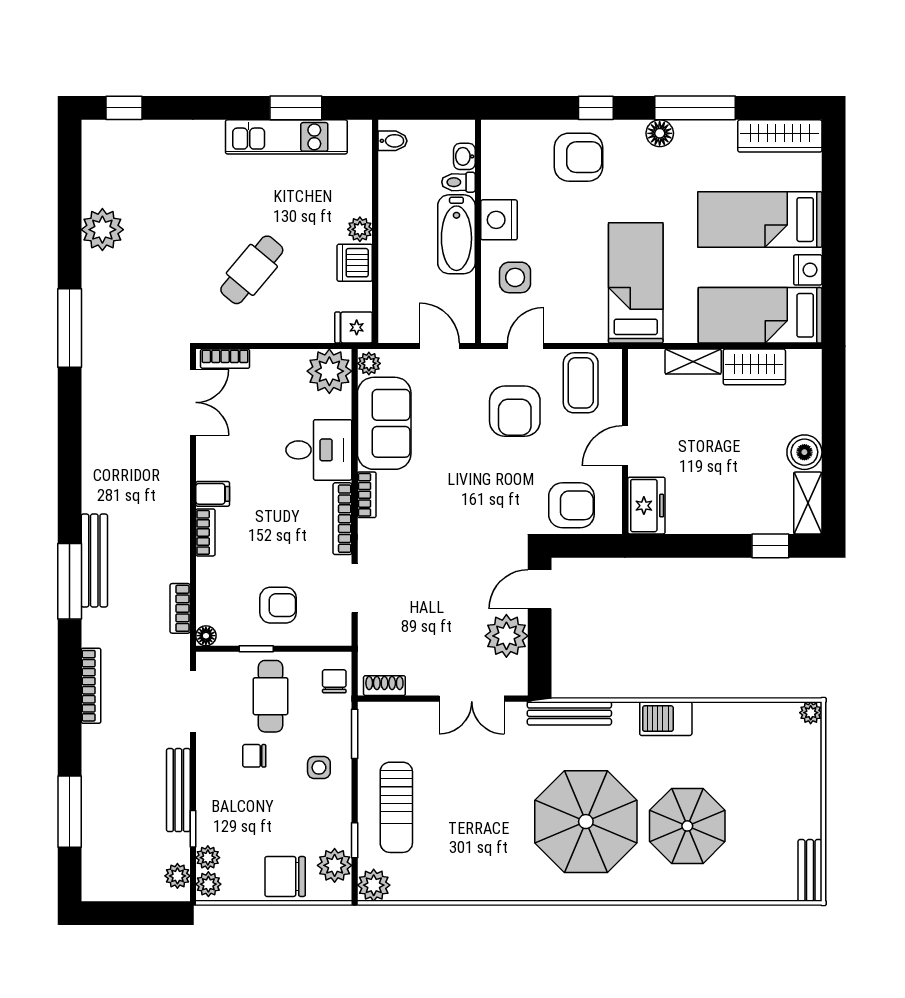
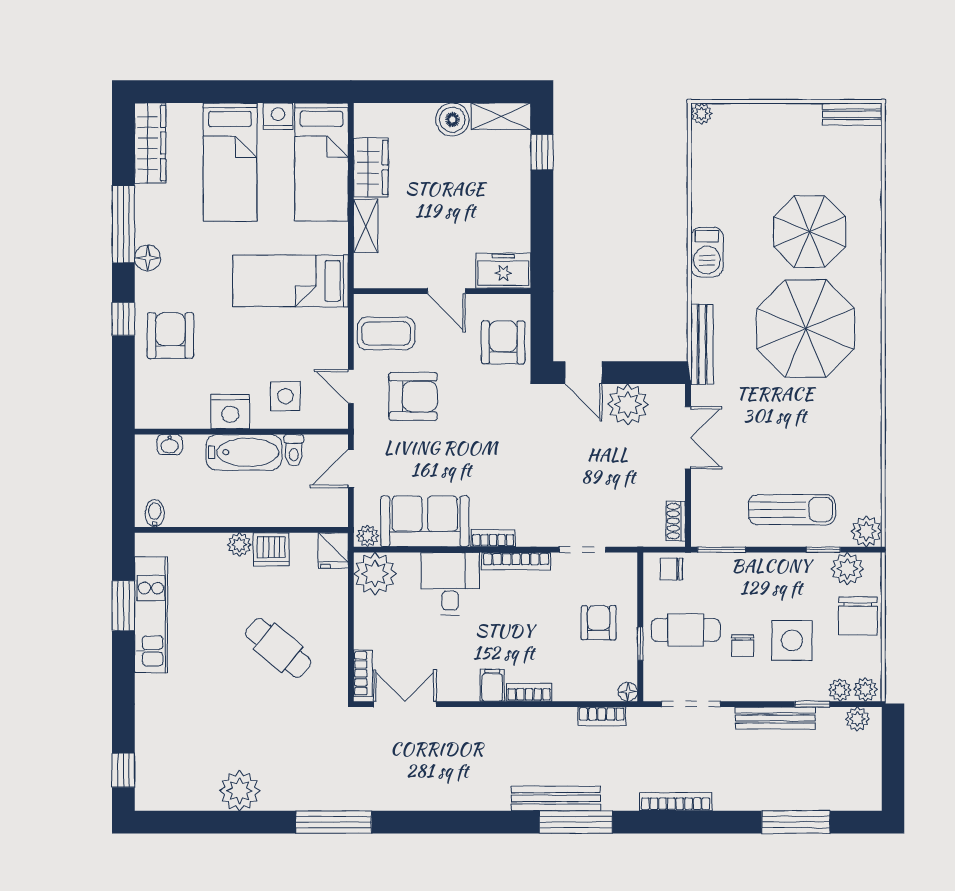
toilet: (458, 182) -> (294, 450), moved
side table: (319, 767) -> (792, 641), moved, width x1.87, depth x1.87

